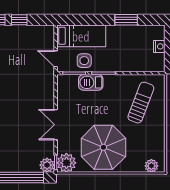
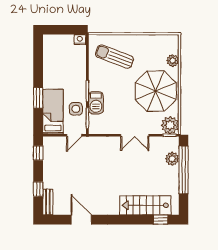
window: (19, 20) -> (38, 153), moved
window: (126, 20) -> (38, 98), moved
nightstand: (159, 46) -> (80, 40), moved
plant: (47, 165) -> (172, 159), moved
plant: (151, 166) -> (173, 61), moved

